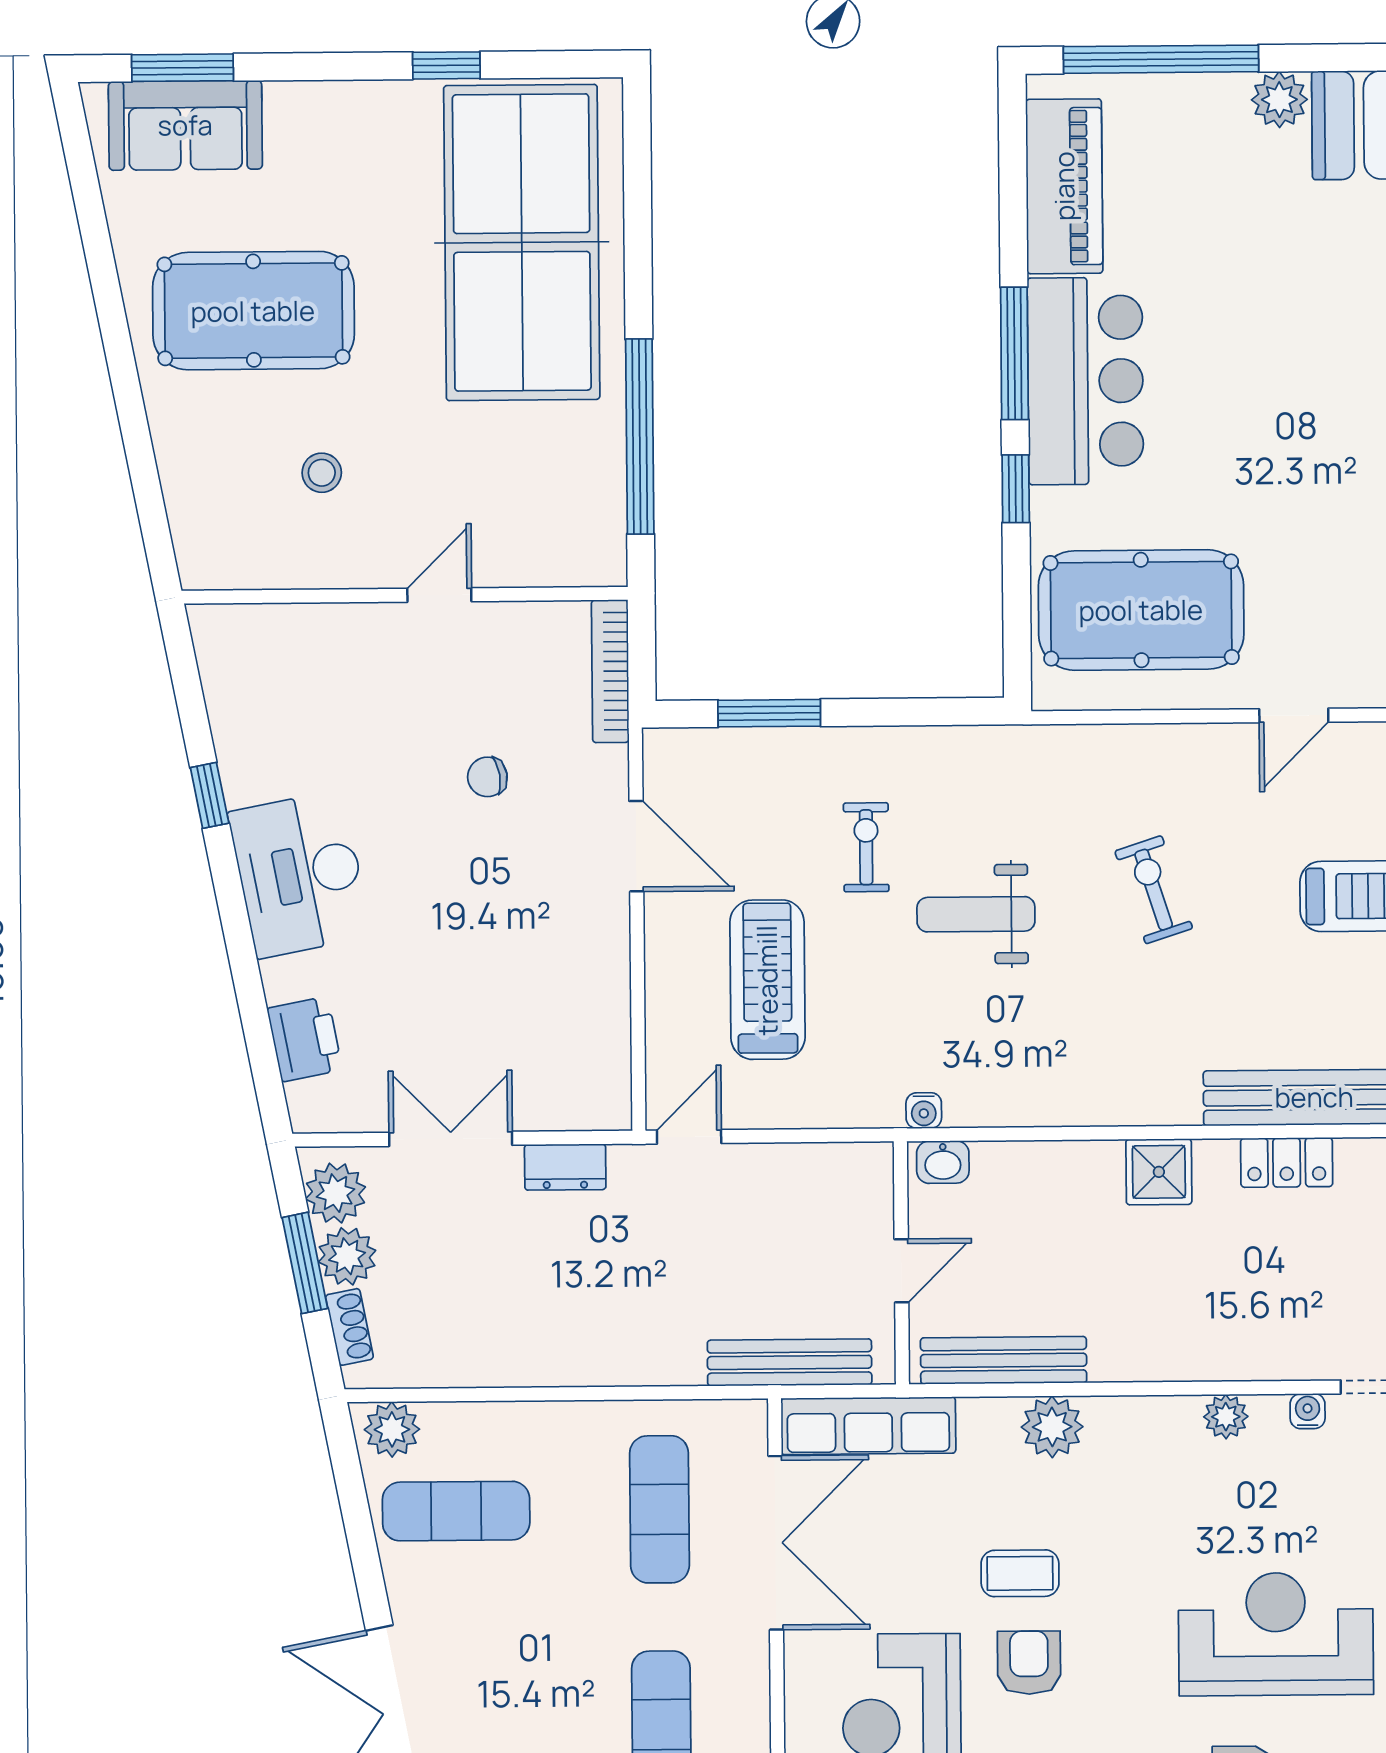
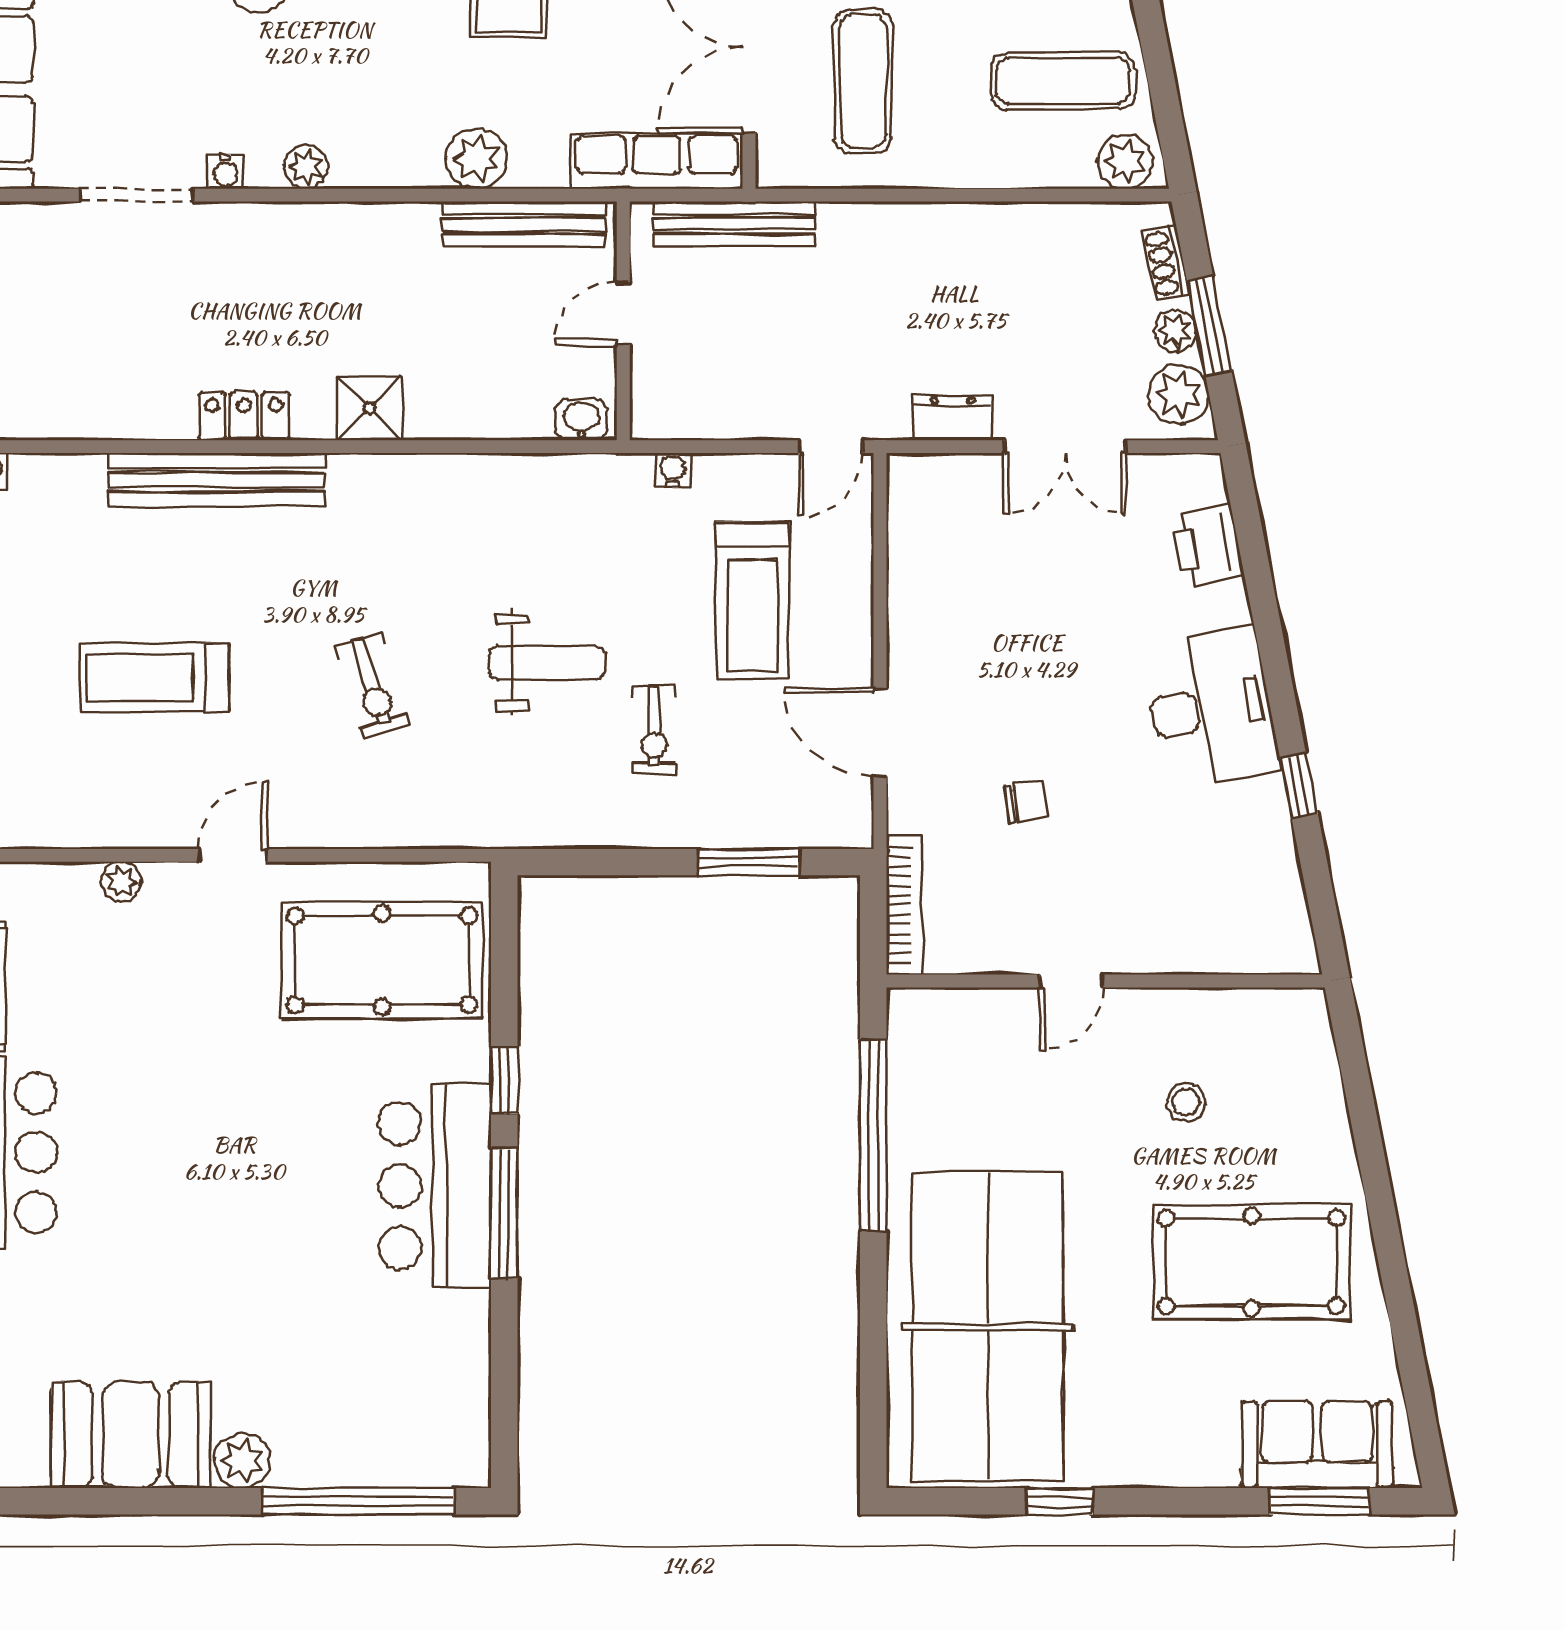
piano: (1064, 186) -> (454, 1377), removed
water cooler: (924, 1111) -> (673, 470), moved
plant: (347, 1256) -> (1175, 331), width x0.73, depth x0.73

